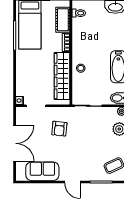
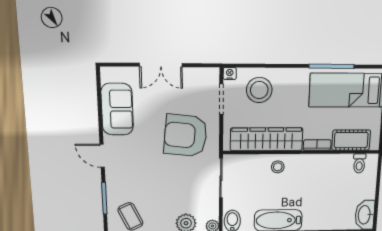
stool: (30, 82) -> (259, 90), added
armchair: (59, 129) -> (186, 136), width x1.88, depth x1.88
double door: (15, 143) -> (161, 65), width x0.73
door: (72, 182) -> (102, 156), hinge flipped

